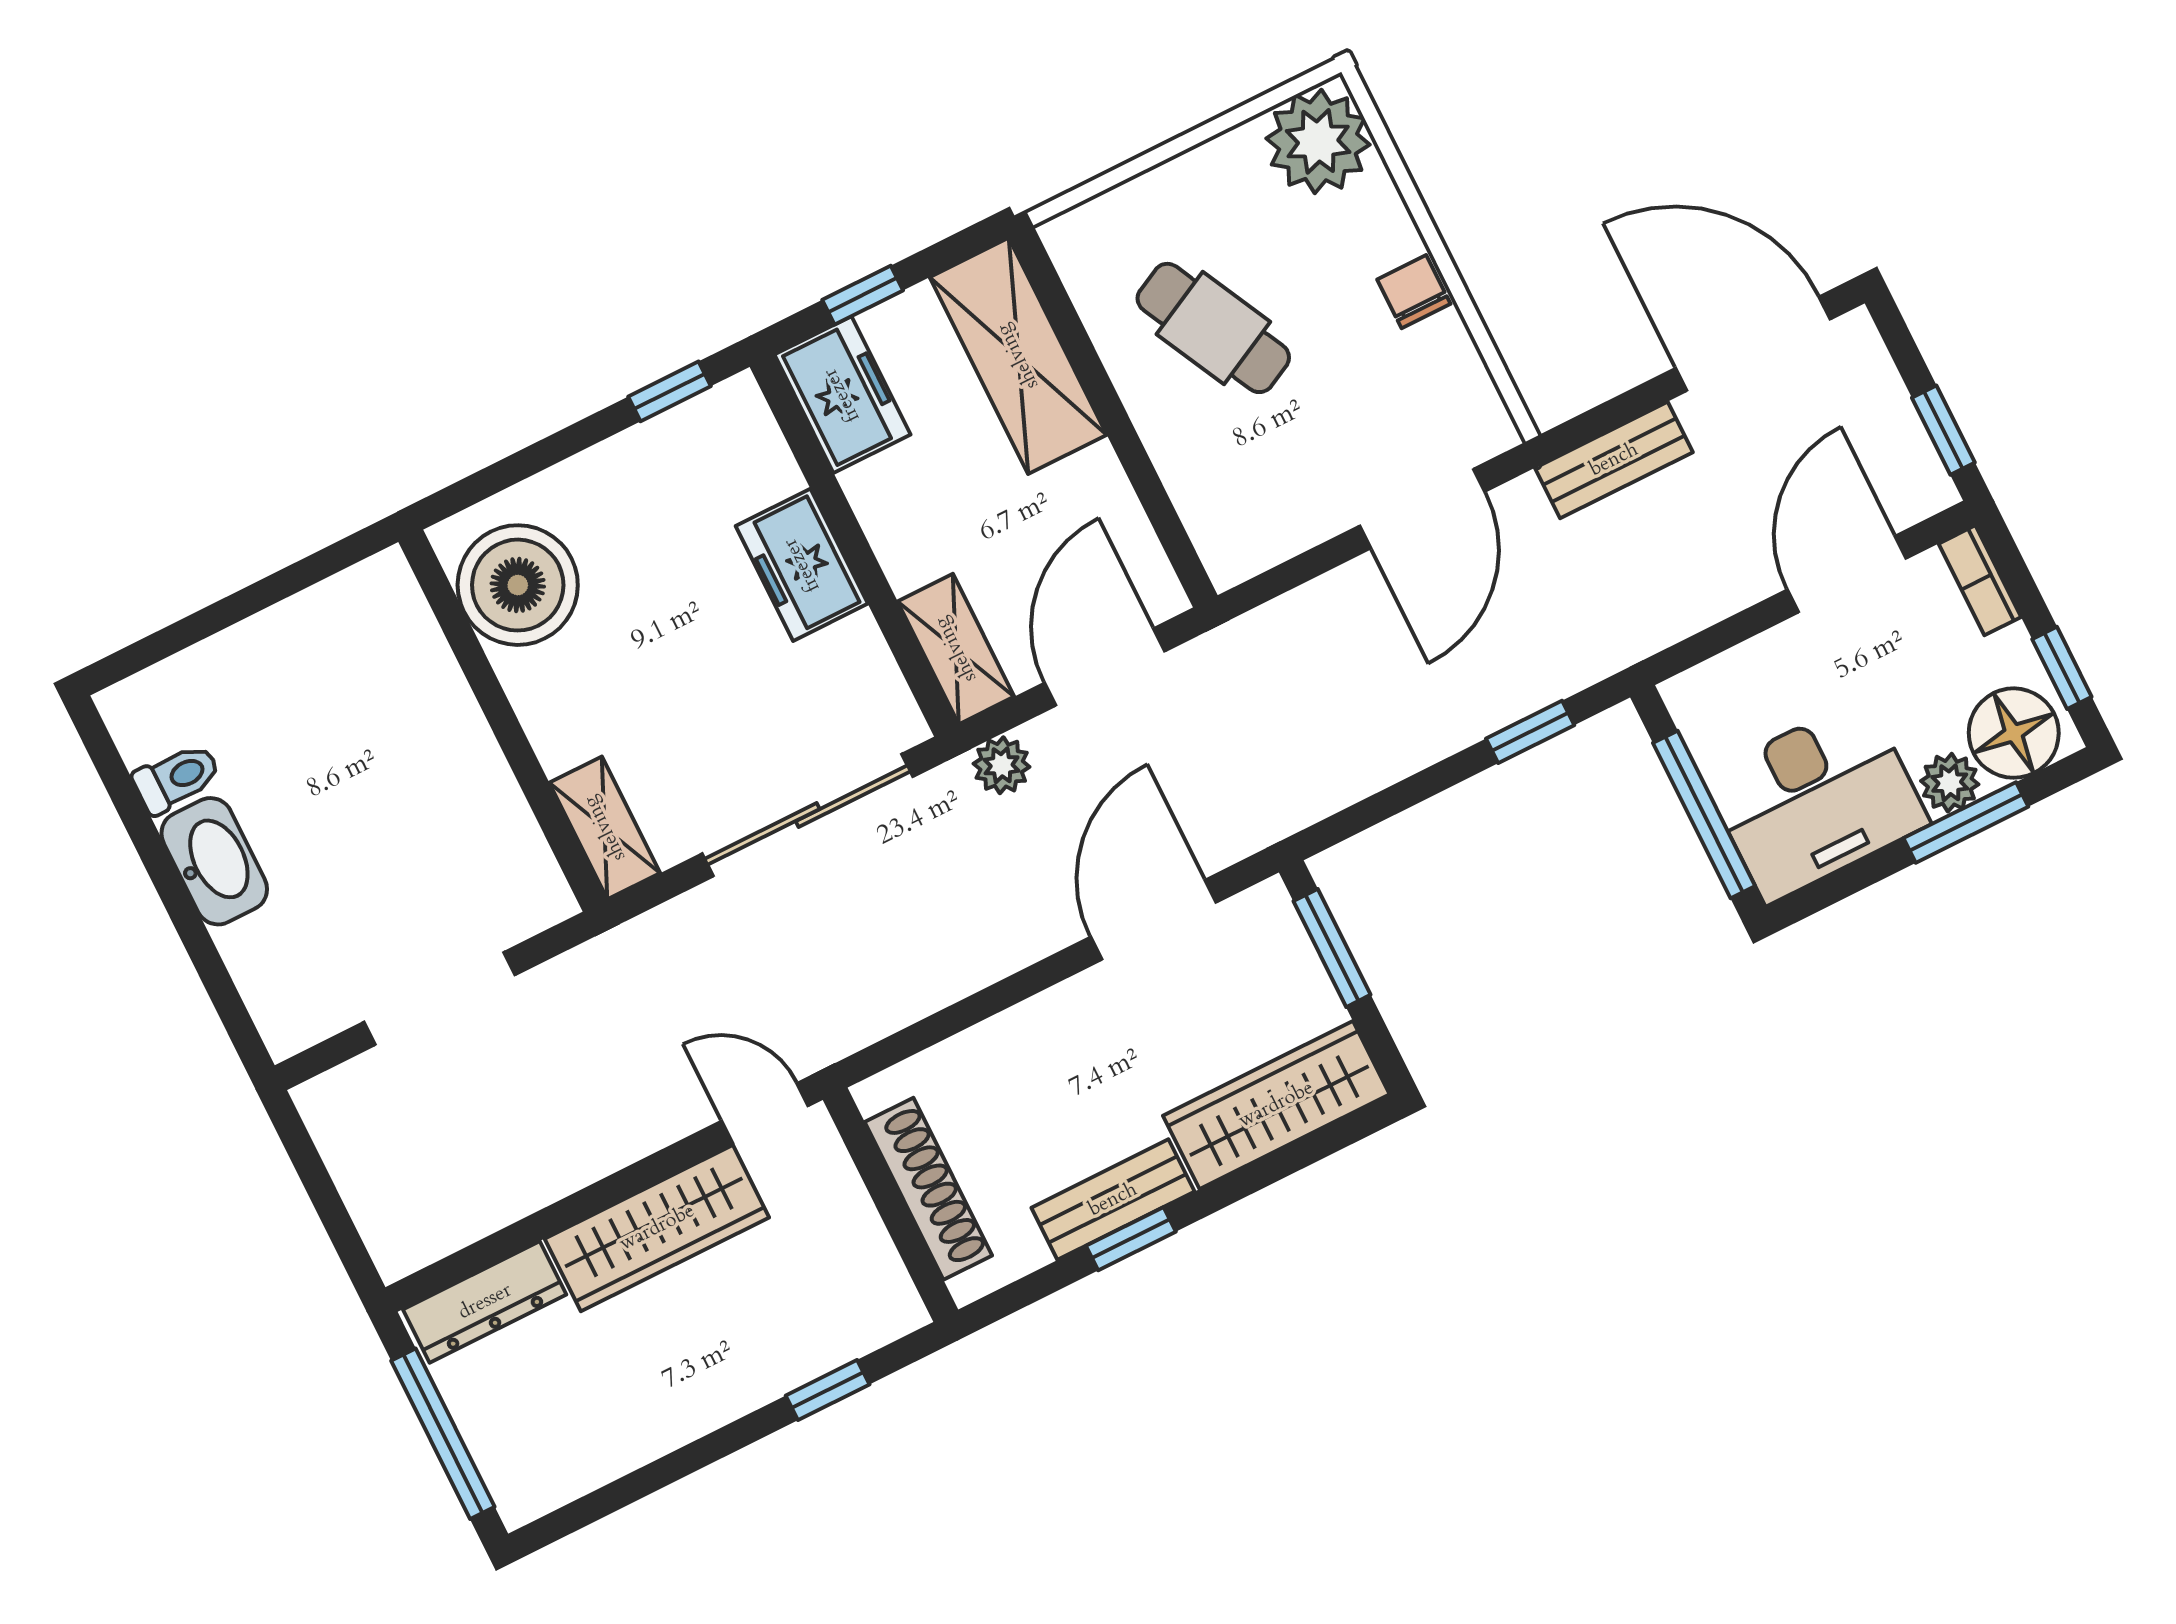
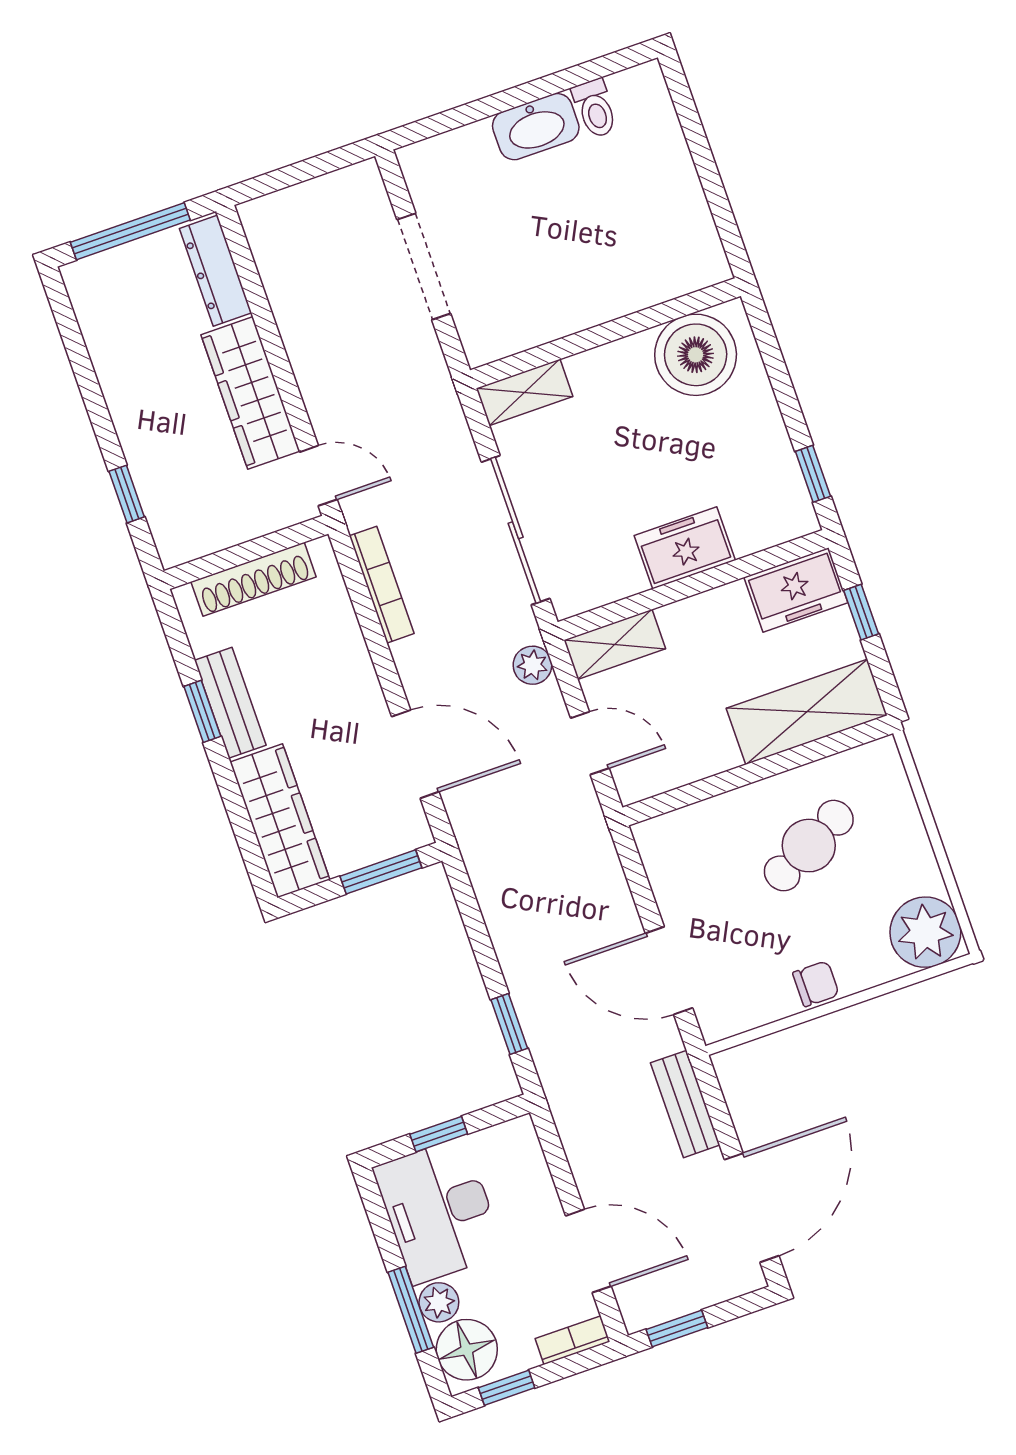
door: (1105, 667) -> (590, 743), width x0.73
window: (1704, 815) -> (439, 1134), width x0.46
bookcase: (912, 1001) -> (382, 585), added
door: (765, 1113) -> (318, 476), hinge flipped

